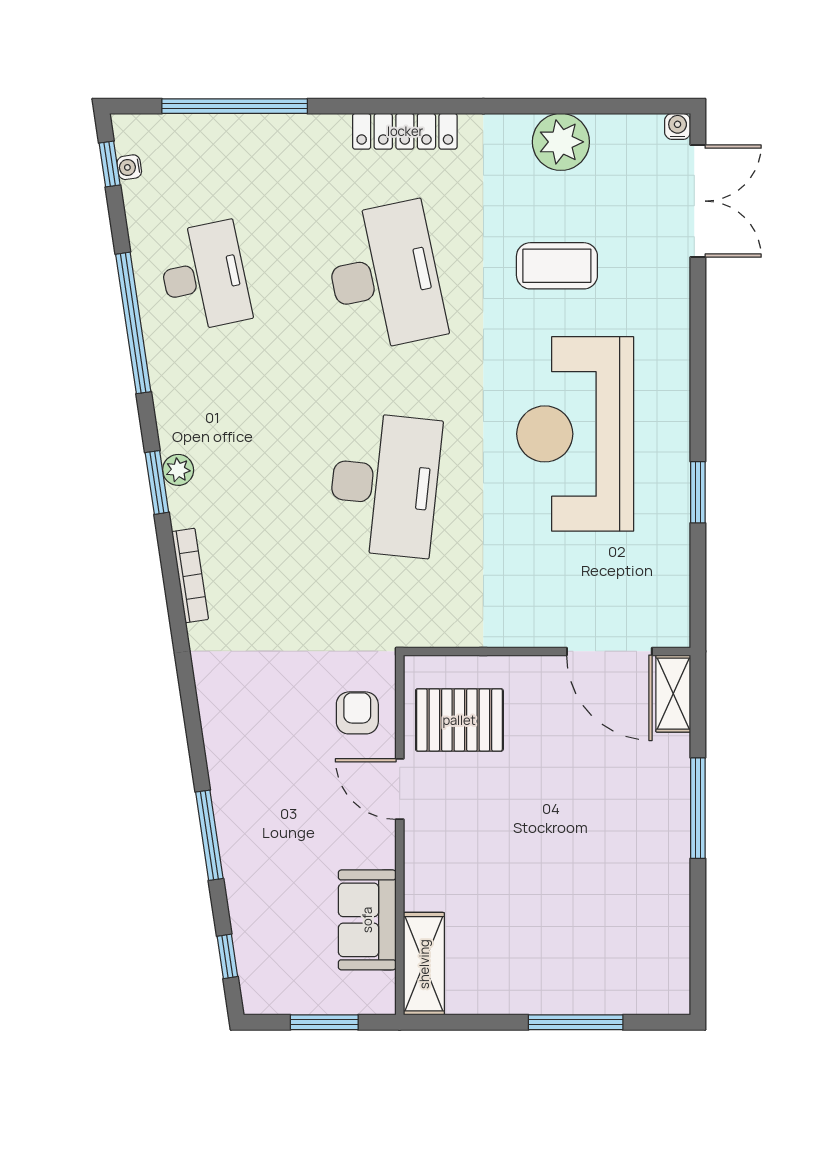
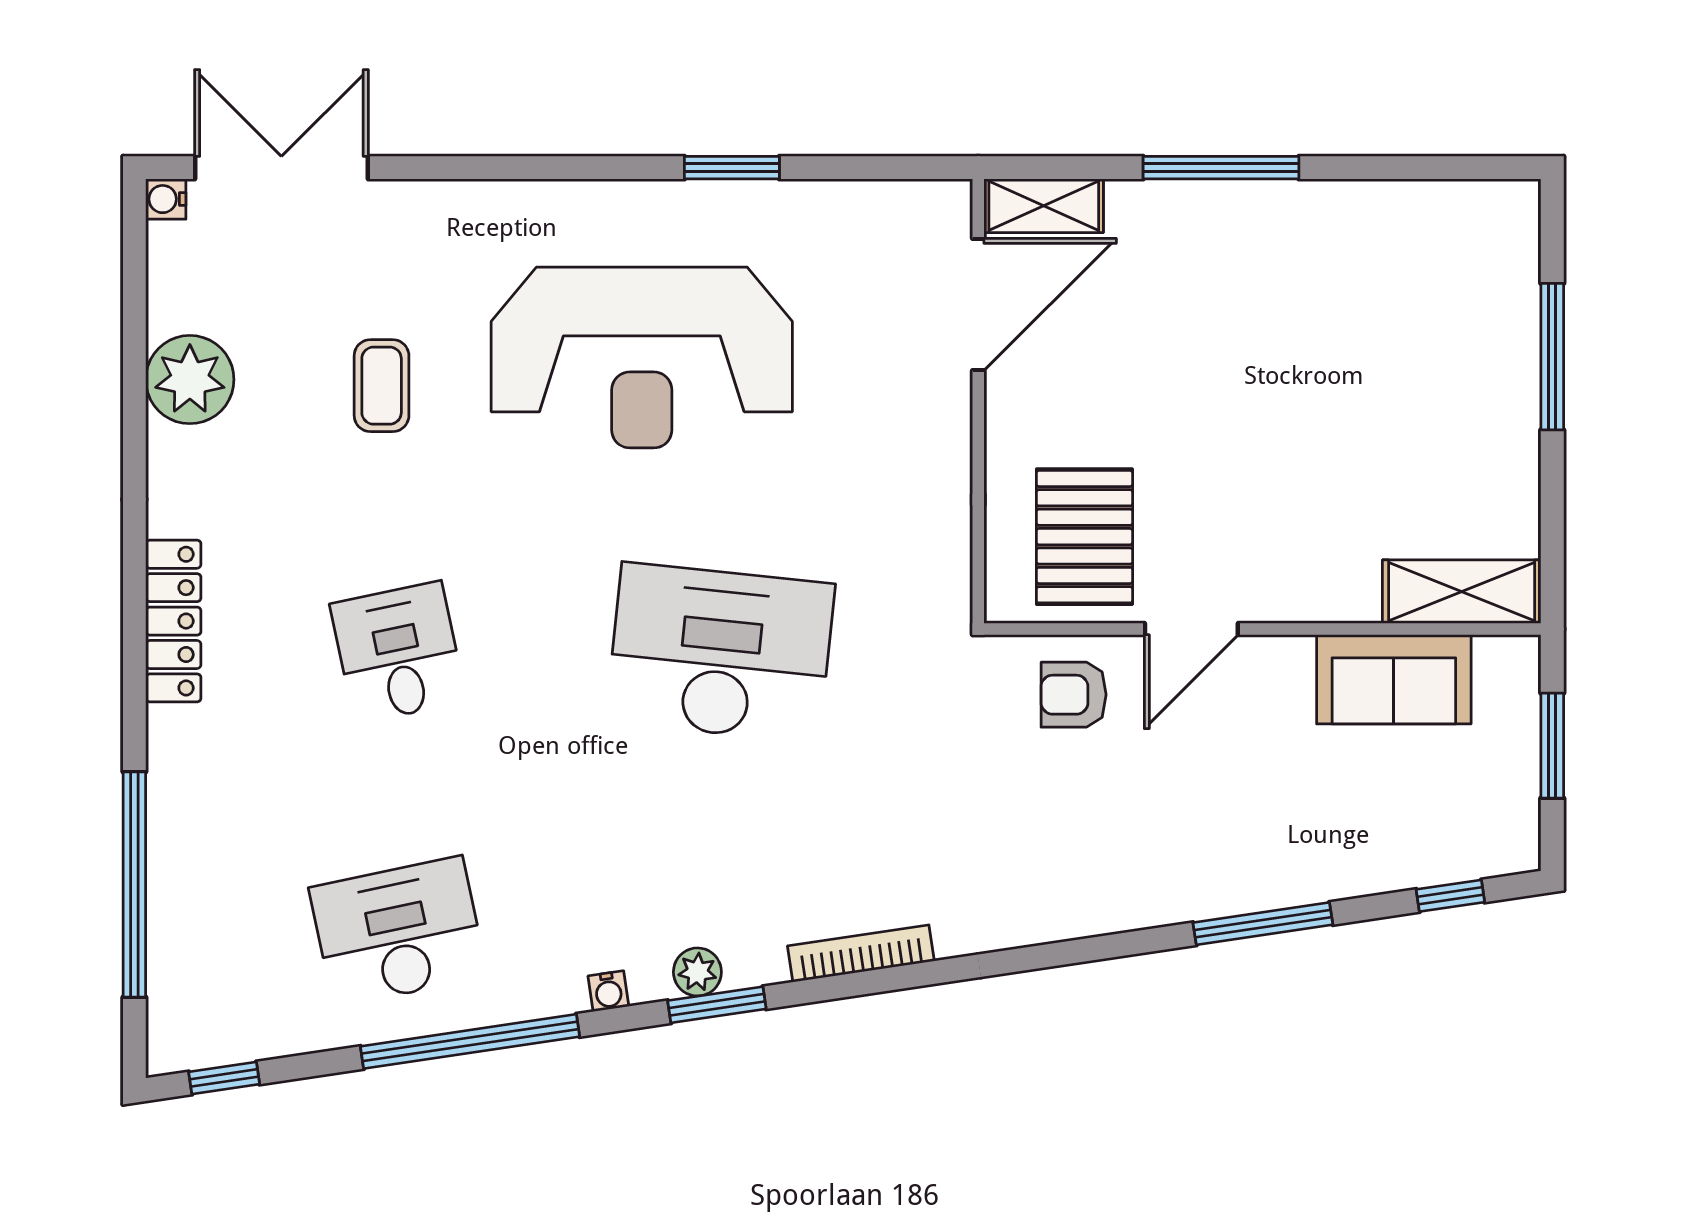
water cooler: (129, 167) -> (608, 991), moved
coffee table: (557, 266) -> (382, 386), width x0.73, depth x0.77
desk: (384, 277) -> (398, 653), width x0.53, depth x0.77

